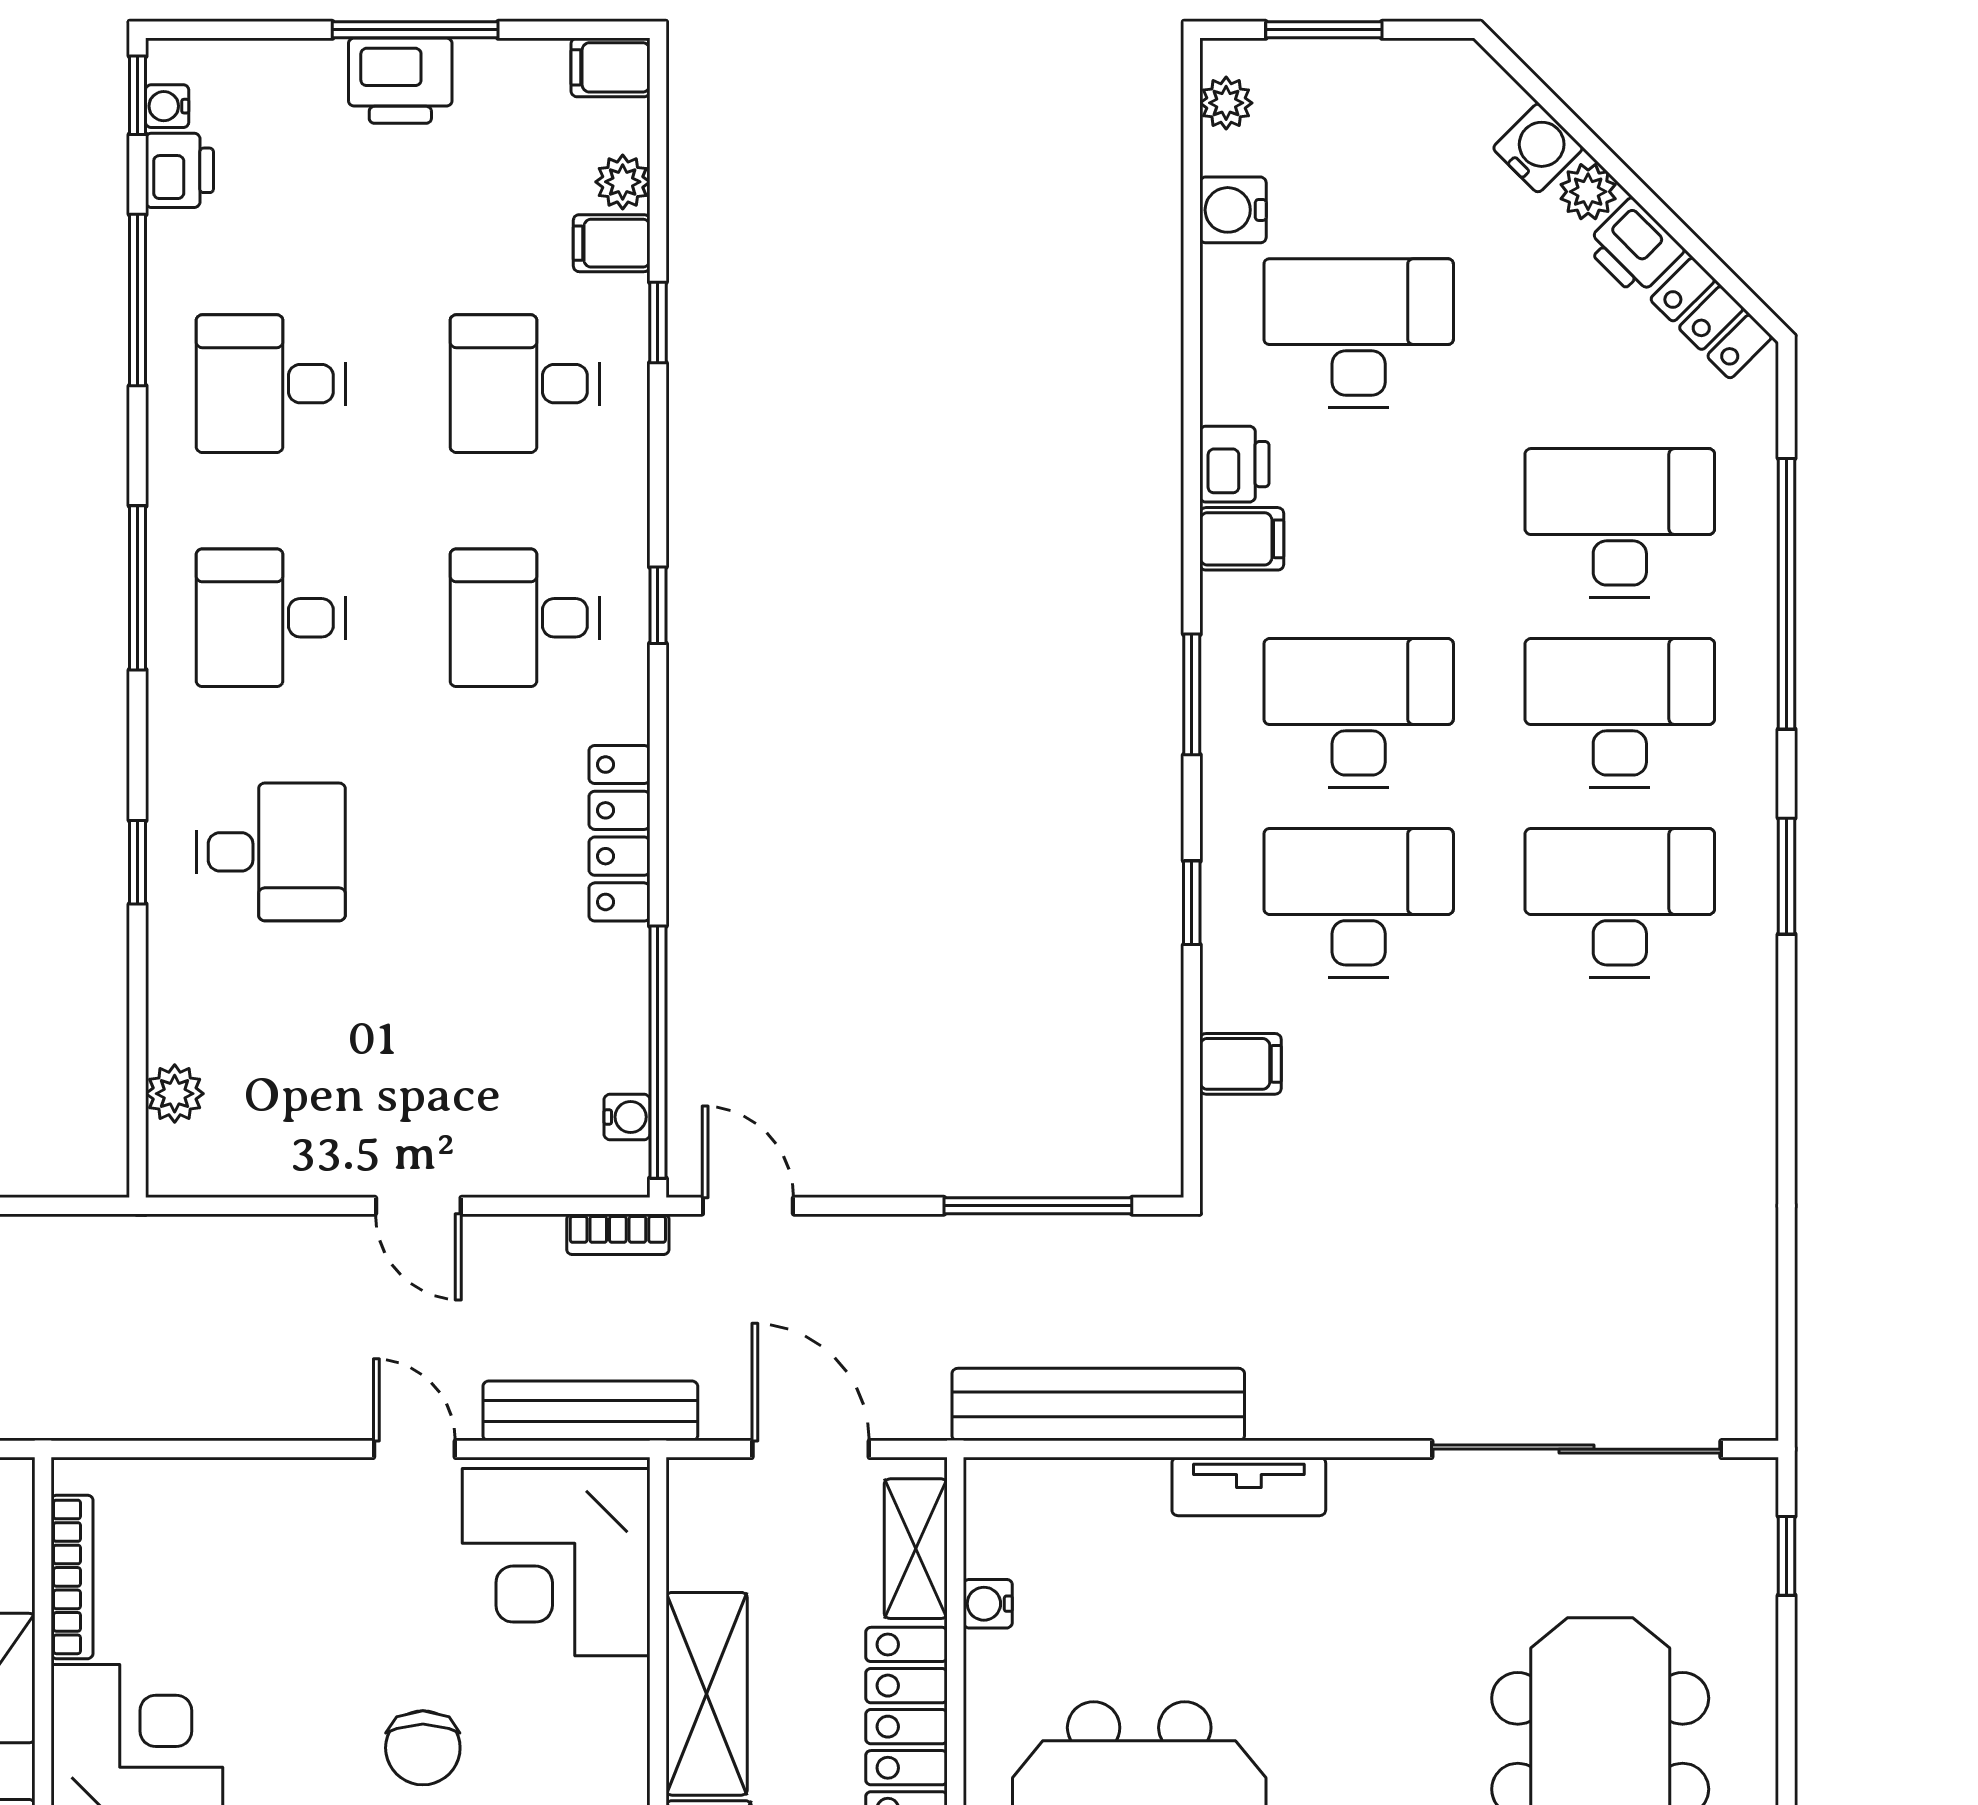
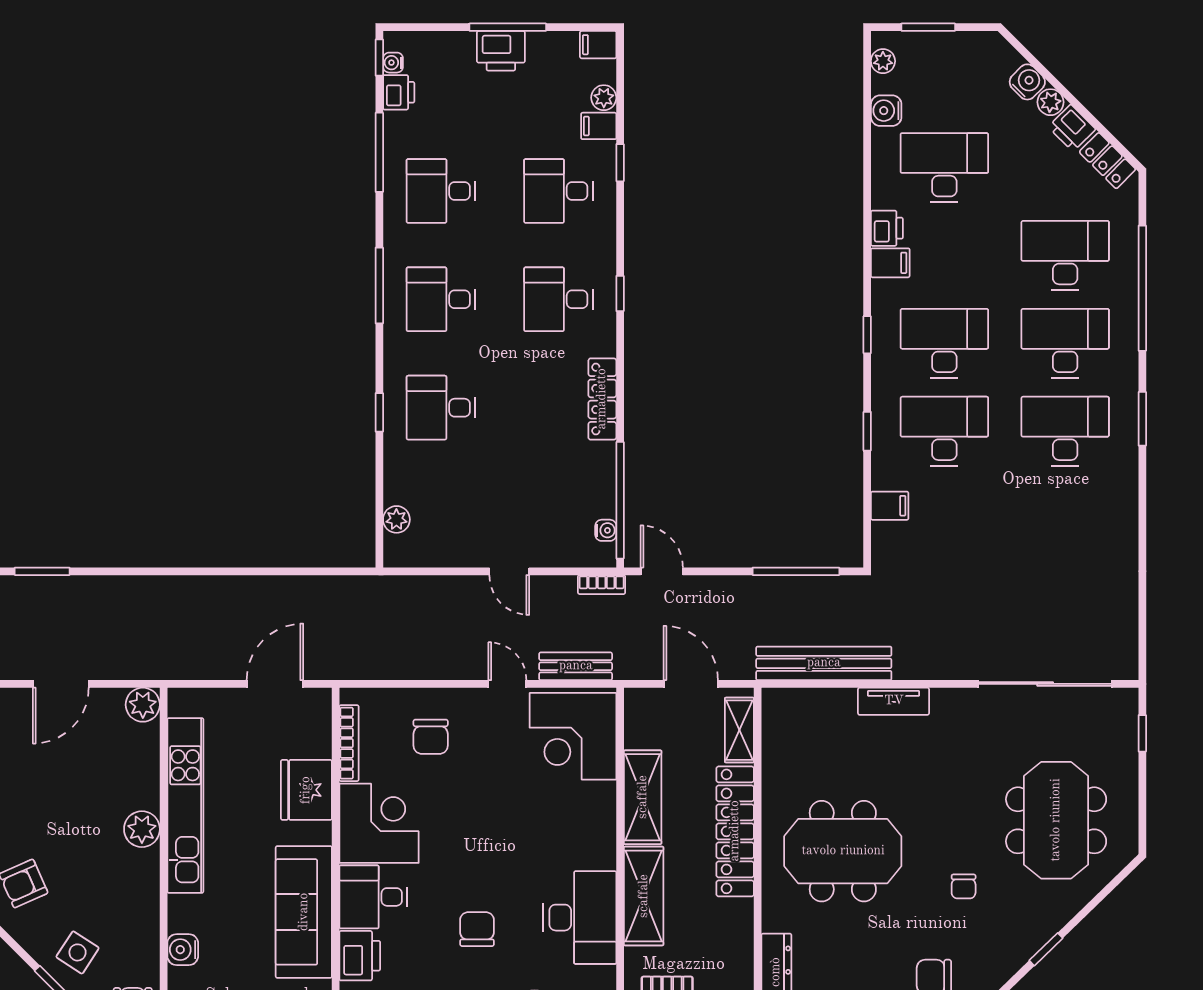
window: (1192, 694) -> (867, 335), width x0.67
desk: (271, 852) -> (441, 408), turned 180
bench: (590, 1411) -> (576, 666), width x0.73
water cooler: (988, 1604) -> (773, 755), removed
chair: (423, 1748) -> (431, 737), moved

